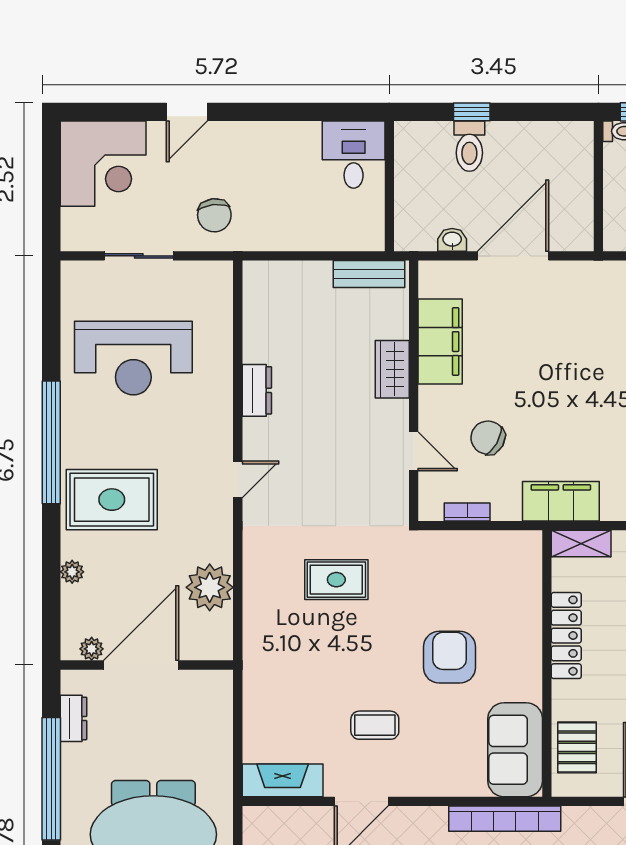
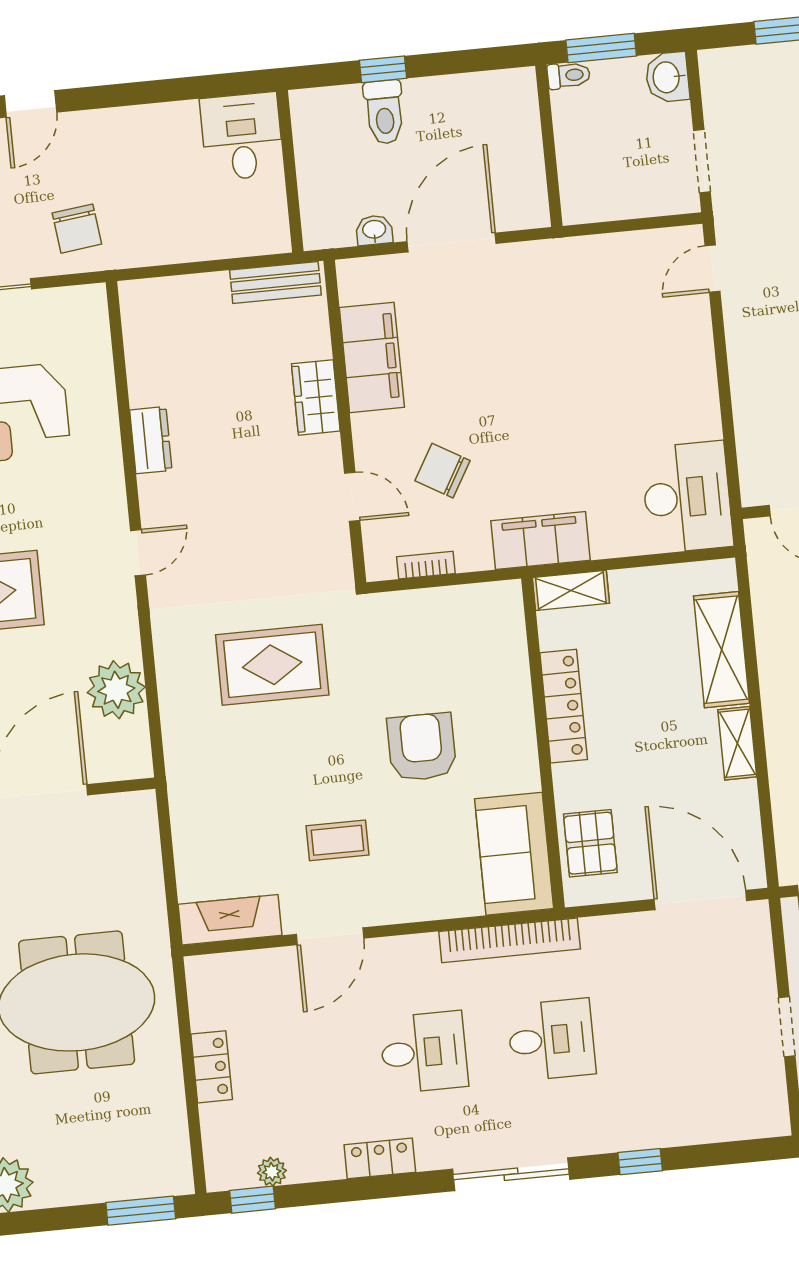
rug: (336, 580) -> (272, 665), width x1.36, depth x1.43

